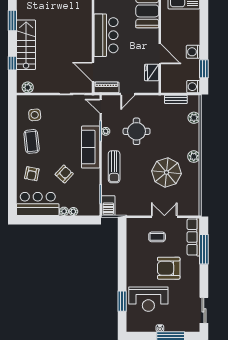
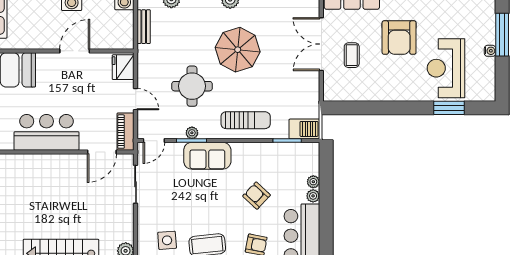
fridge: (152, 72) -> (123, 67), moved, turned 90
sofa: (91, 147) -> (207, 156), width x0.73
parasol: (166, 172) -> (238, 50), moved
double door: (164, 217) -> (321, 44), width x1.37
reception desk: (148, 299) -> (446, 68), turned 180

